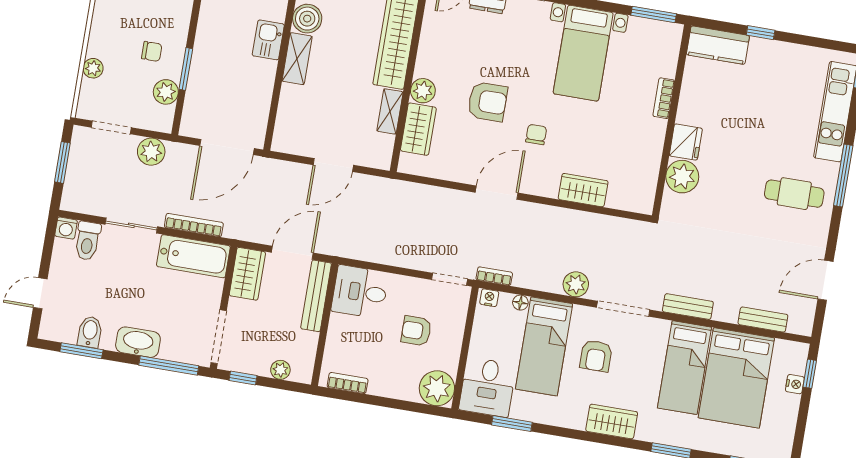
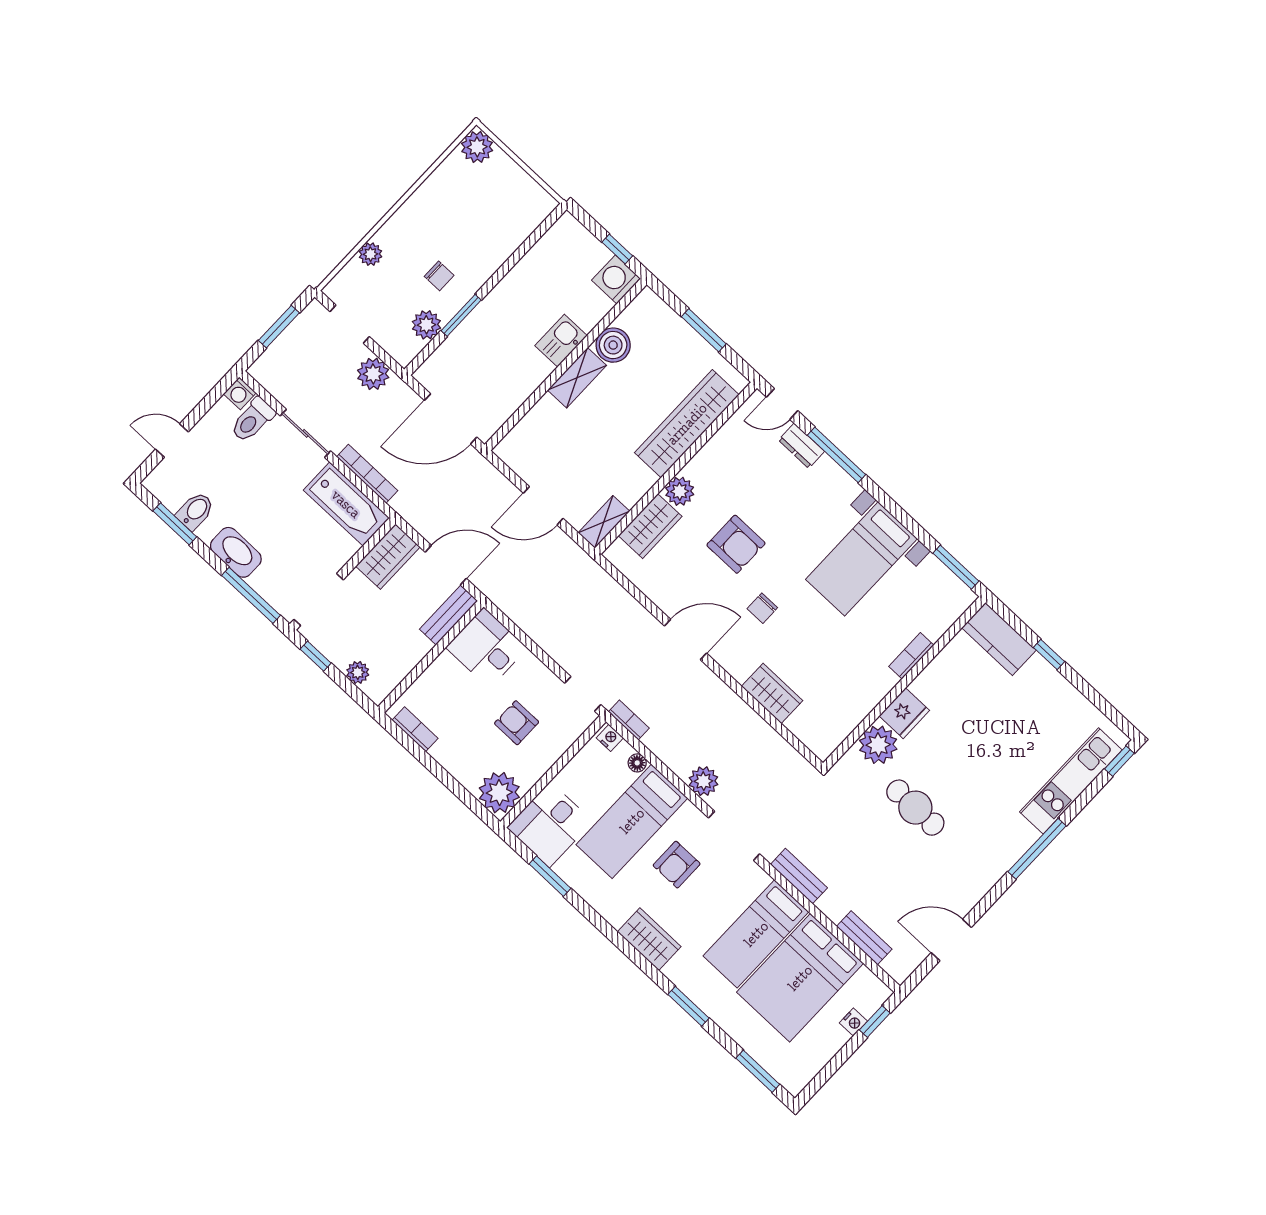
shelving: (390, 111) -> (604, 522), moved
chair: (536, 134) -> (762, 608), turned 180
cafe table: (794, 194) -> (915, 808), moved
bench: (316, 296) -> (449, 615), width x0.73

